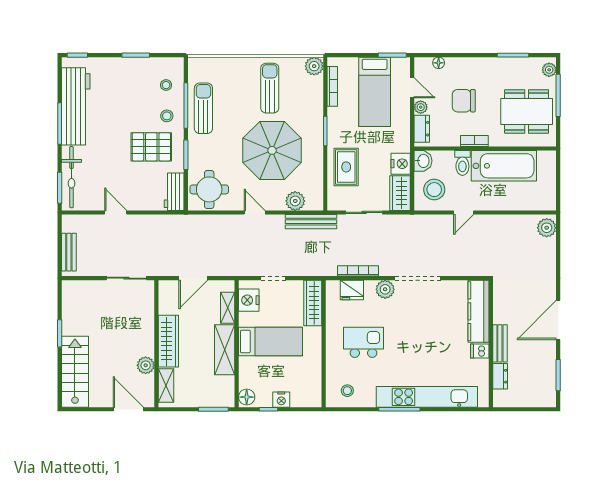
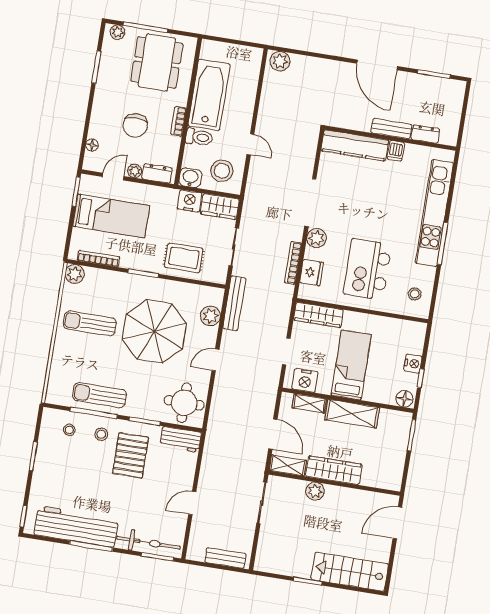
kitchen island: (364, 342) -> (368, 269), width x1.37, depth x1.28
plant: (146, 365) -> (315, 491), moved
shelving: (166, 385) -> (288, 465), moved

